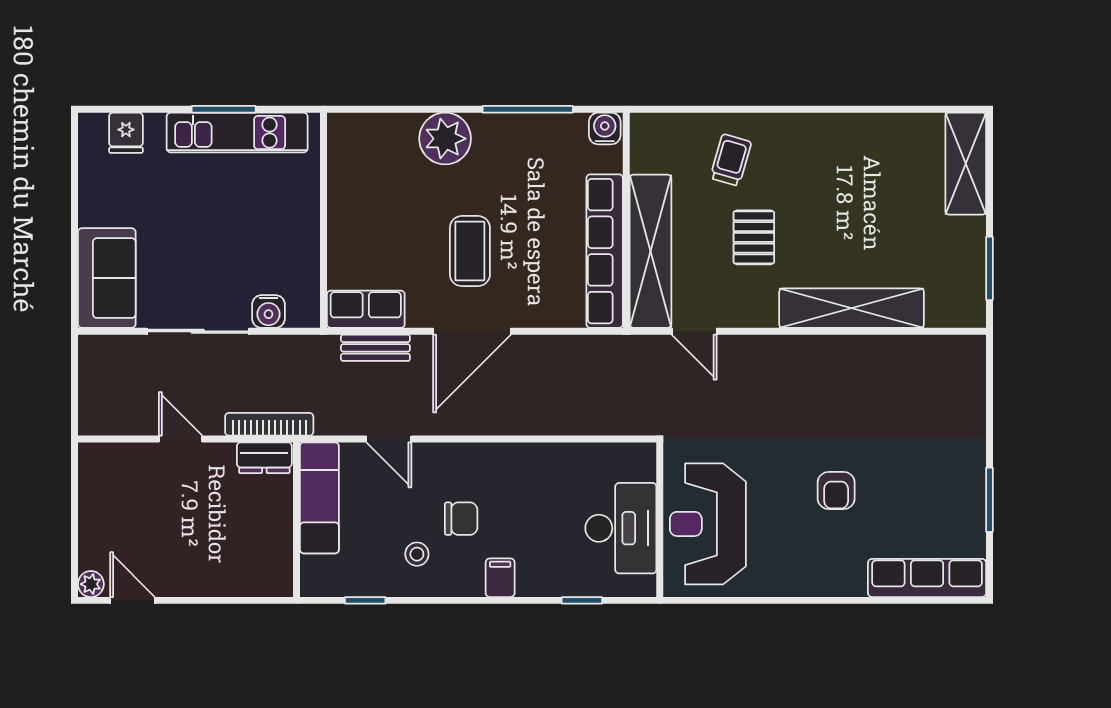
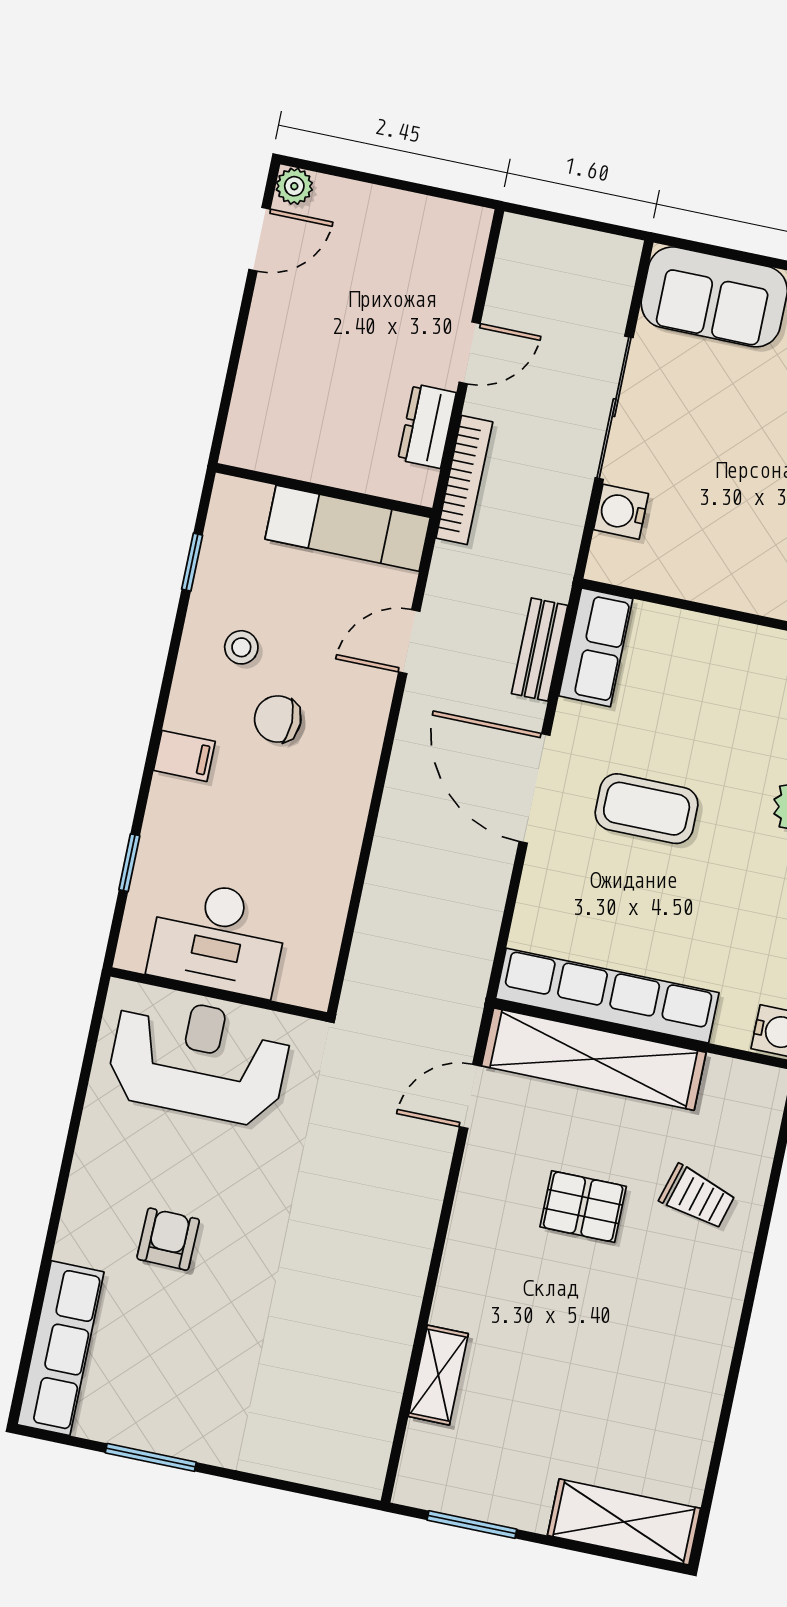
shelving: (852, 308) -> (438, 1375), width x0.45, depth x0.75
dresser: (264, 458) -> (427, 426), moved
armchair: (836, 490) -> (168, 1239), moved, turned 91
chair: (461, 519) -> (278, 719), turned 90

